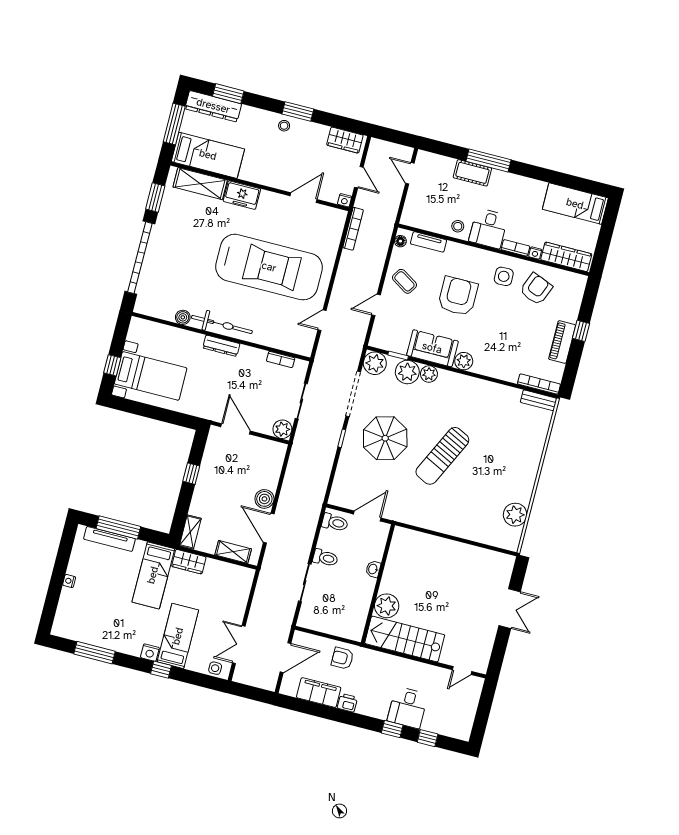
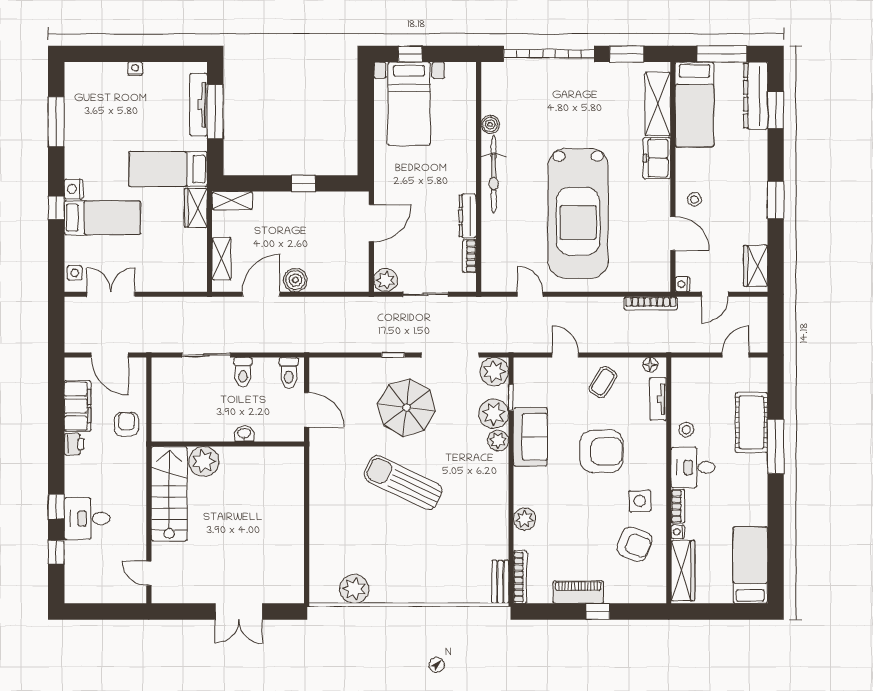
stool: (284, 126) -> (694, 199), moved
cot: (472, 173) -> (752, 423), width x1.37, depth x1.34
dresser: (221, 346) -> (468, 216), moved
plant: (464, 361) -> (525, 519), moved

